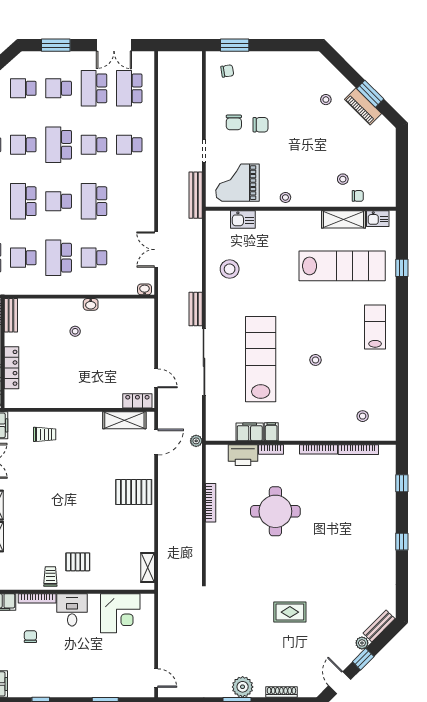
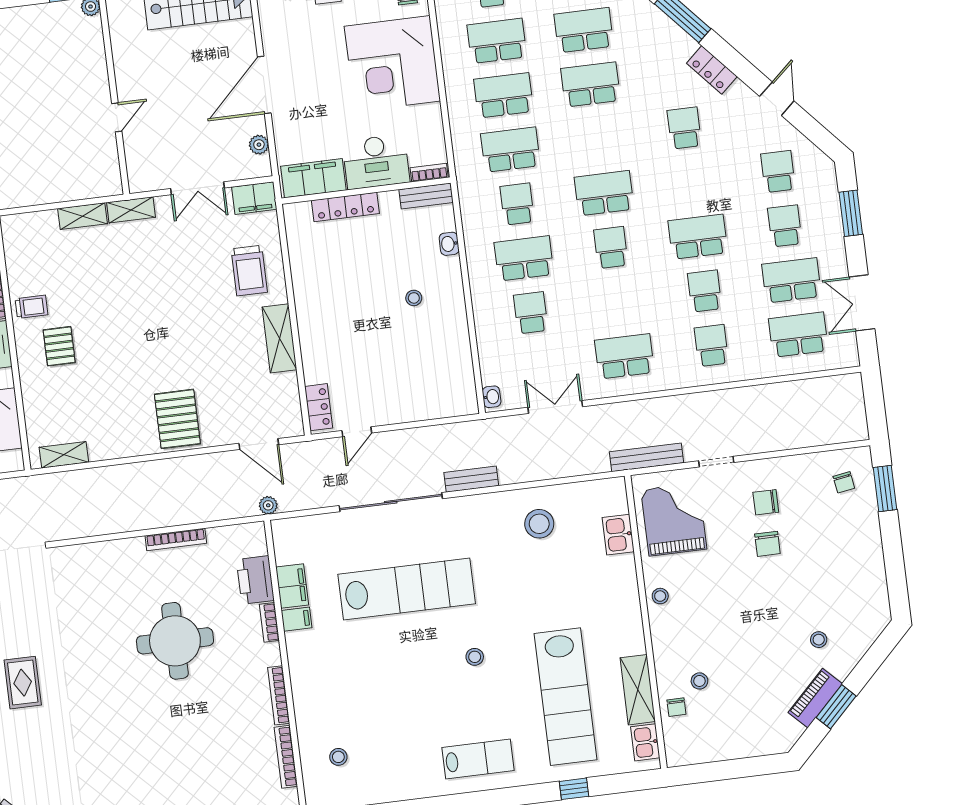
school desk: (23, 145) -> (691, 182), removed
school desk: (94, 201) -> (624, 356), moved
washbasin: (91, 304) -> (449, 244), moved
stool: (315, 360) -> (475, 657), moved
shelving: (124, 420) -> (280, 338), moved
trolley: (45, 434) -> (249, 271), width x1.36, depth x1.39

